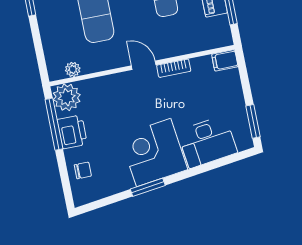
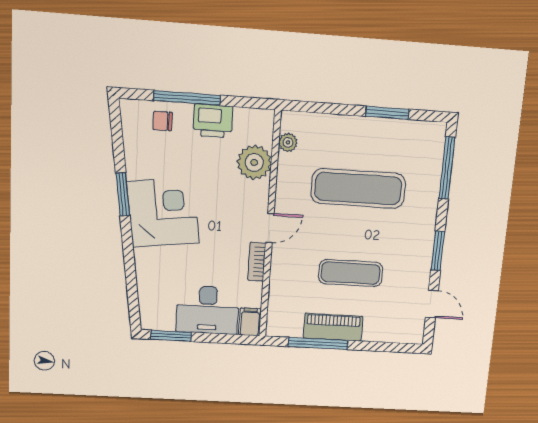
plant: (67, 97) -> (254, 162), moved
window: (54, 124) -> (187, 98), moved
desk: (207, 142) -> (208, 310), moved, turned -83
chair: (83, 170) -> (163, 121), turned 90

